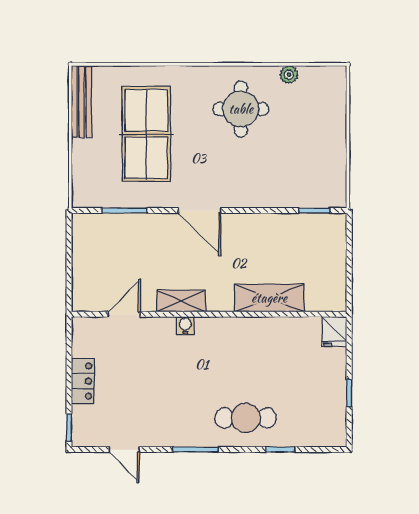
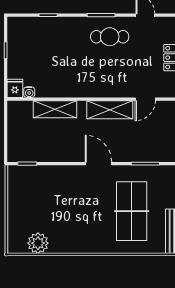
plant: (289, 75) -> (38, 243), width x1.88, depth x1.88
round table: (241, 109) -> (73, 227), removed
shelving: (181, 301) -> (110, 110), width x1.50, depth x1.33
water cooler: (185, 325) -> (29, 92), moved
cafe table: (246, 418) -> (110, 37), moved

